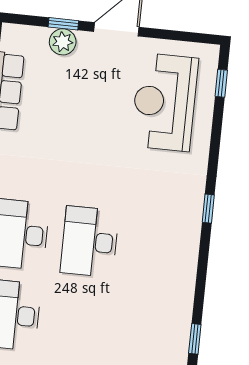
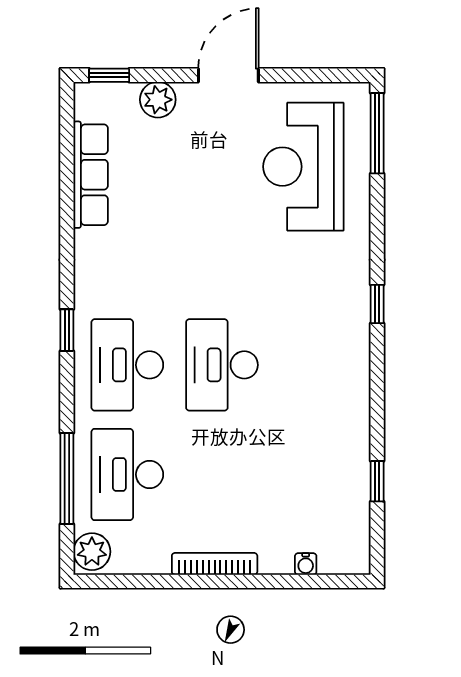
window: (63, 24) -> (109, 75), moved
window: (221, 83) -> (377, 133), width x2.17

